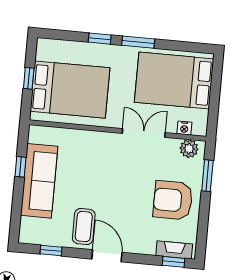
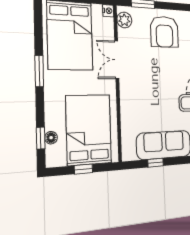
window: (100, 39) -> (41, 138), moved
floor lamp: (67, 47) -> (51, 138), added
nightstand: (184, 128) -> (108, 11), moved

